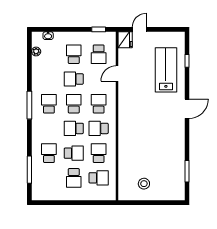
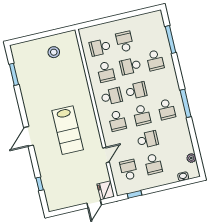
lab bench: (166, 70) -> (68, 130), moved

